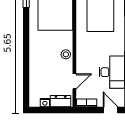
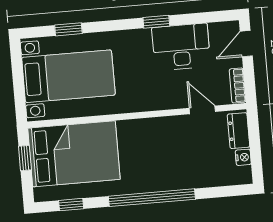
window: (26, 48) -> (152, 198), added
stool: (66, 54) -> (157, 128), removed

